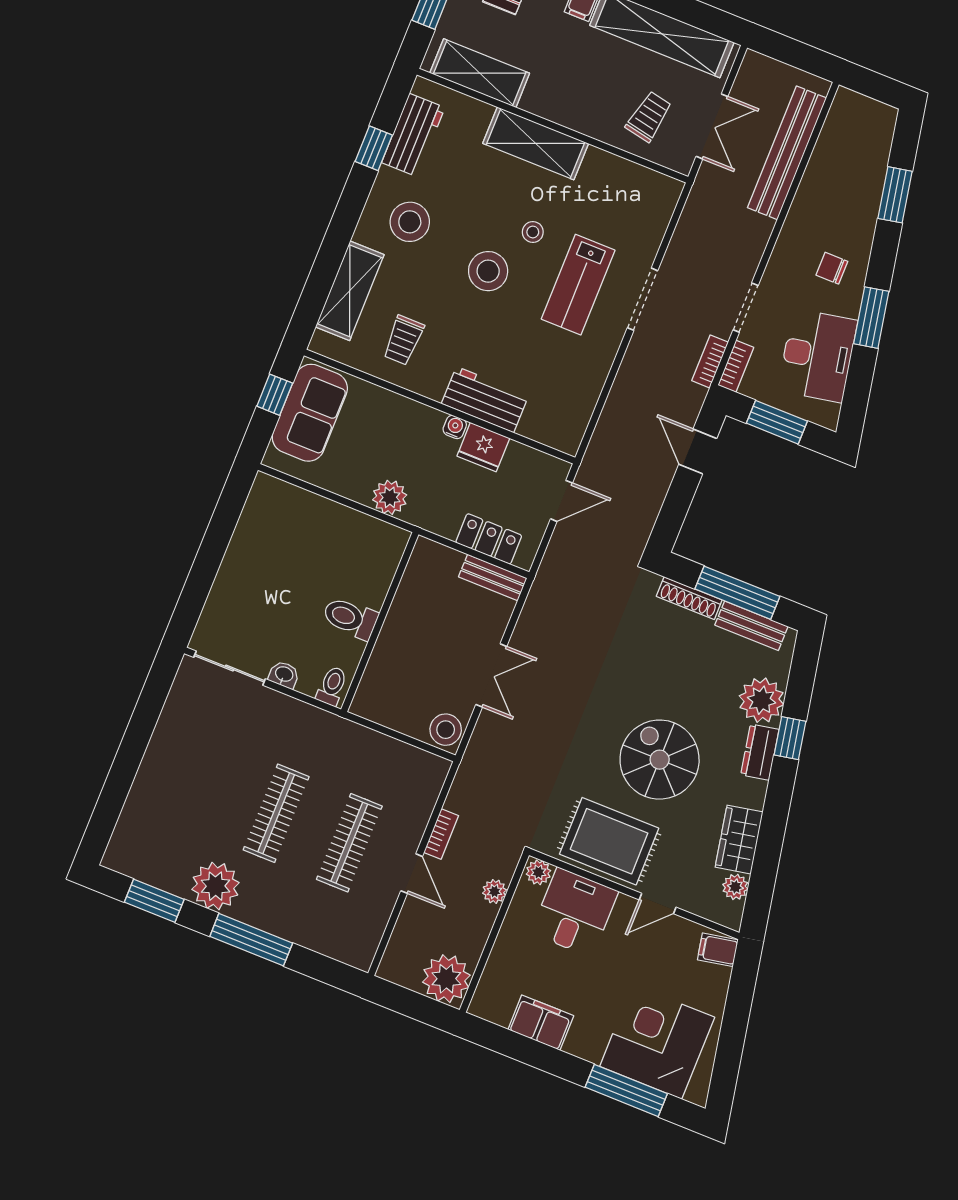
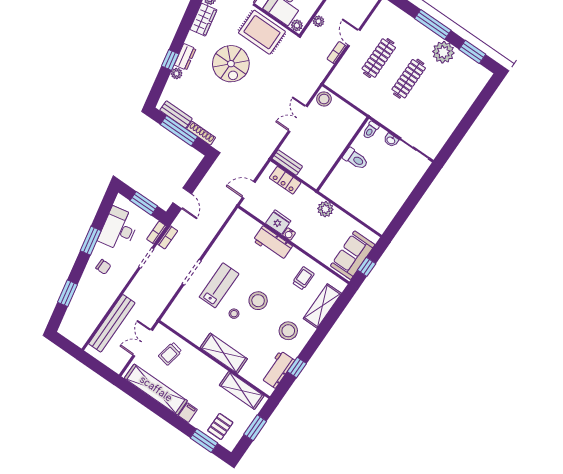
plant: (761, 700) -> (177, 74), width x0.53, depth x0.53

